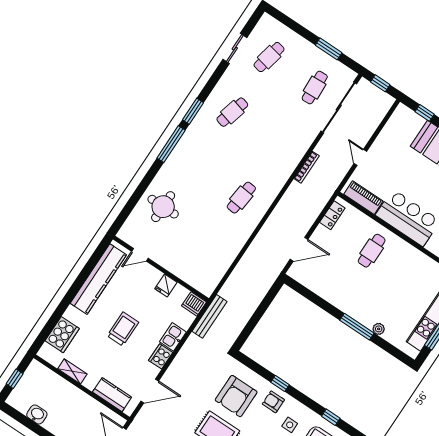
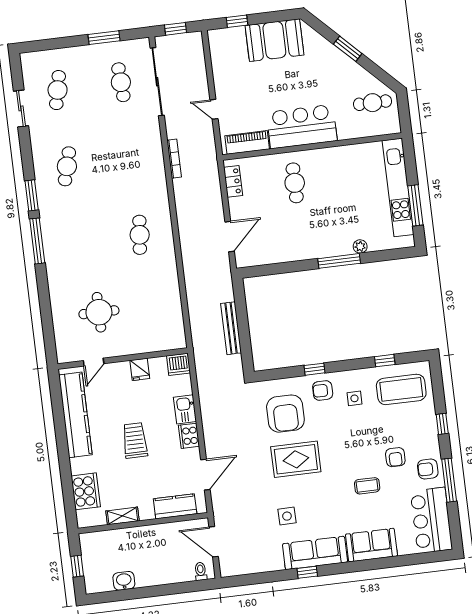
round table: (163, 207) -> (99, 312), moved
bench: (209, 316) -> (231, 328), moved

